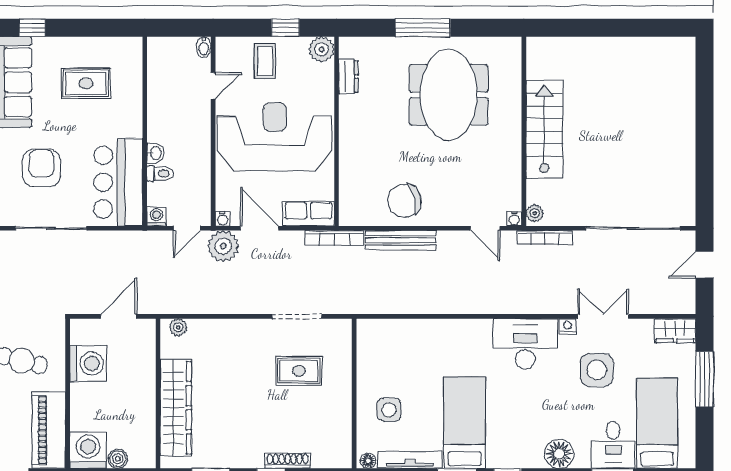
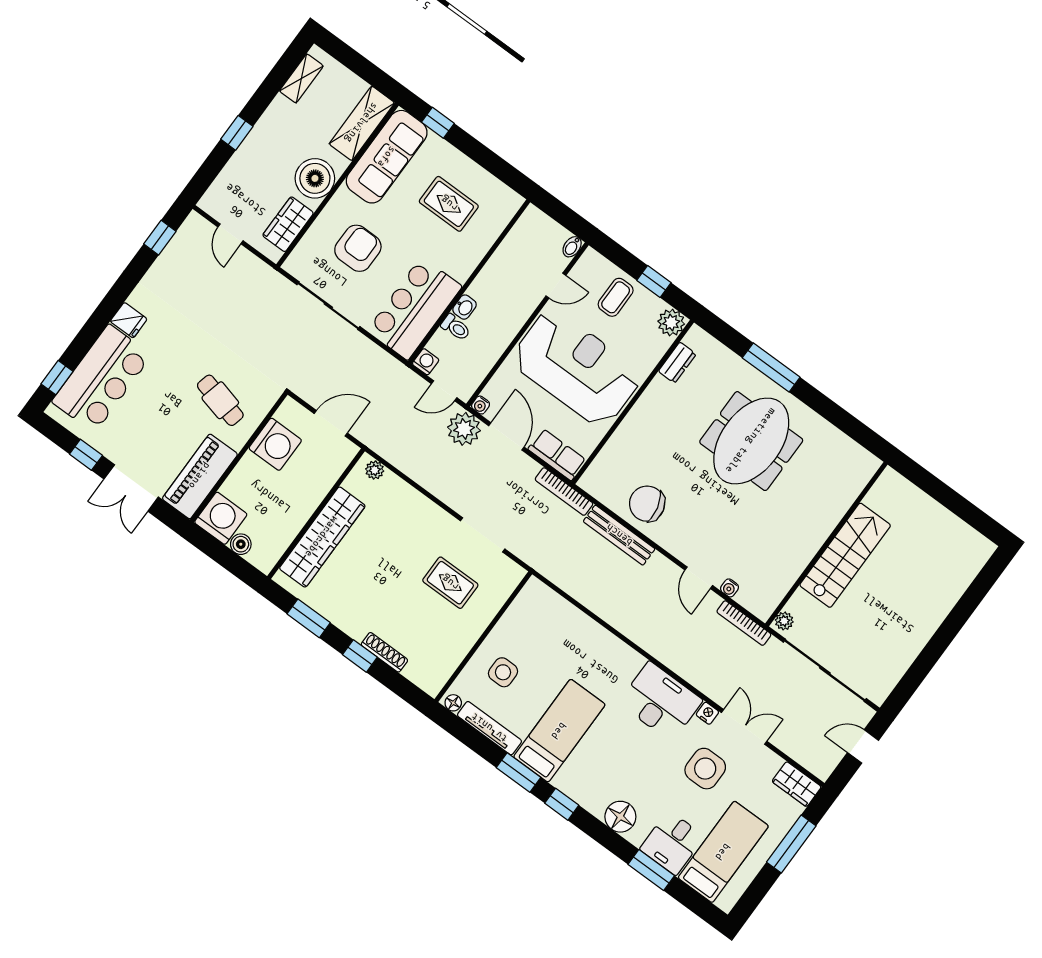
stairs: (544, 129) -> (845, 555), moved
wall: (524, 131) -> (826, 544), moved
plant: (535, 213) -> (784, 621), moved

